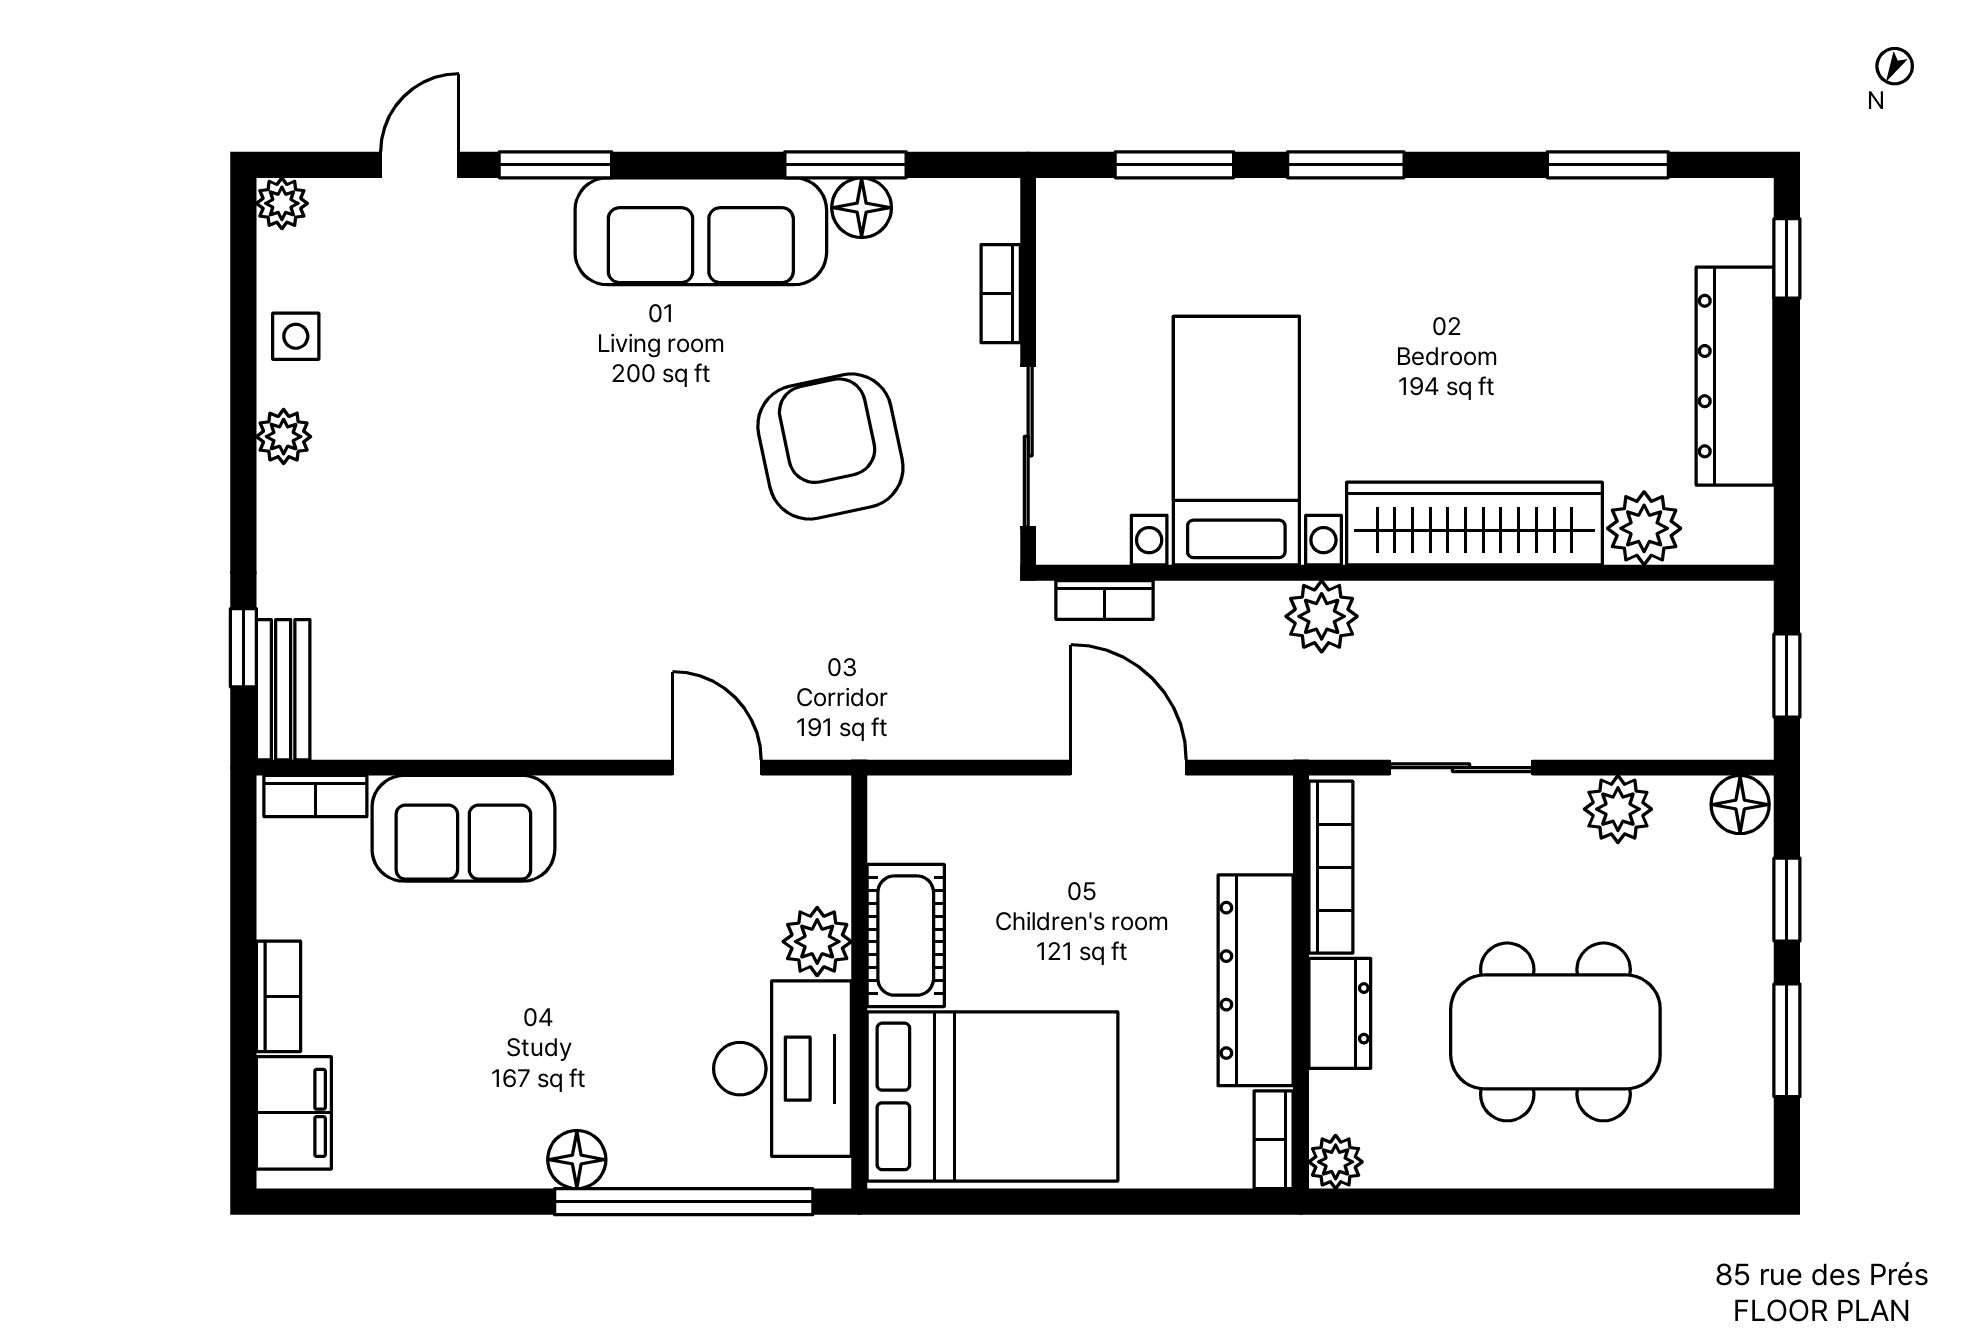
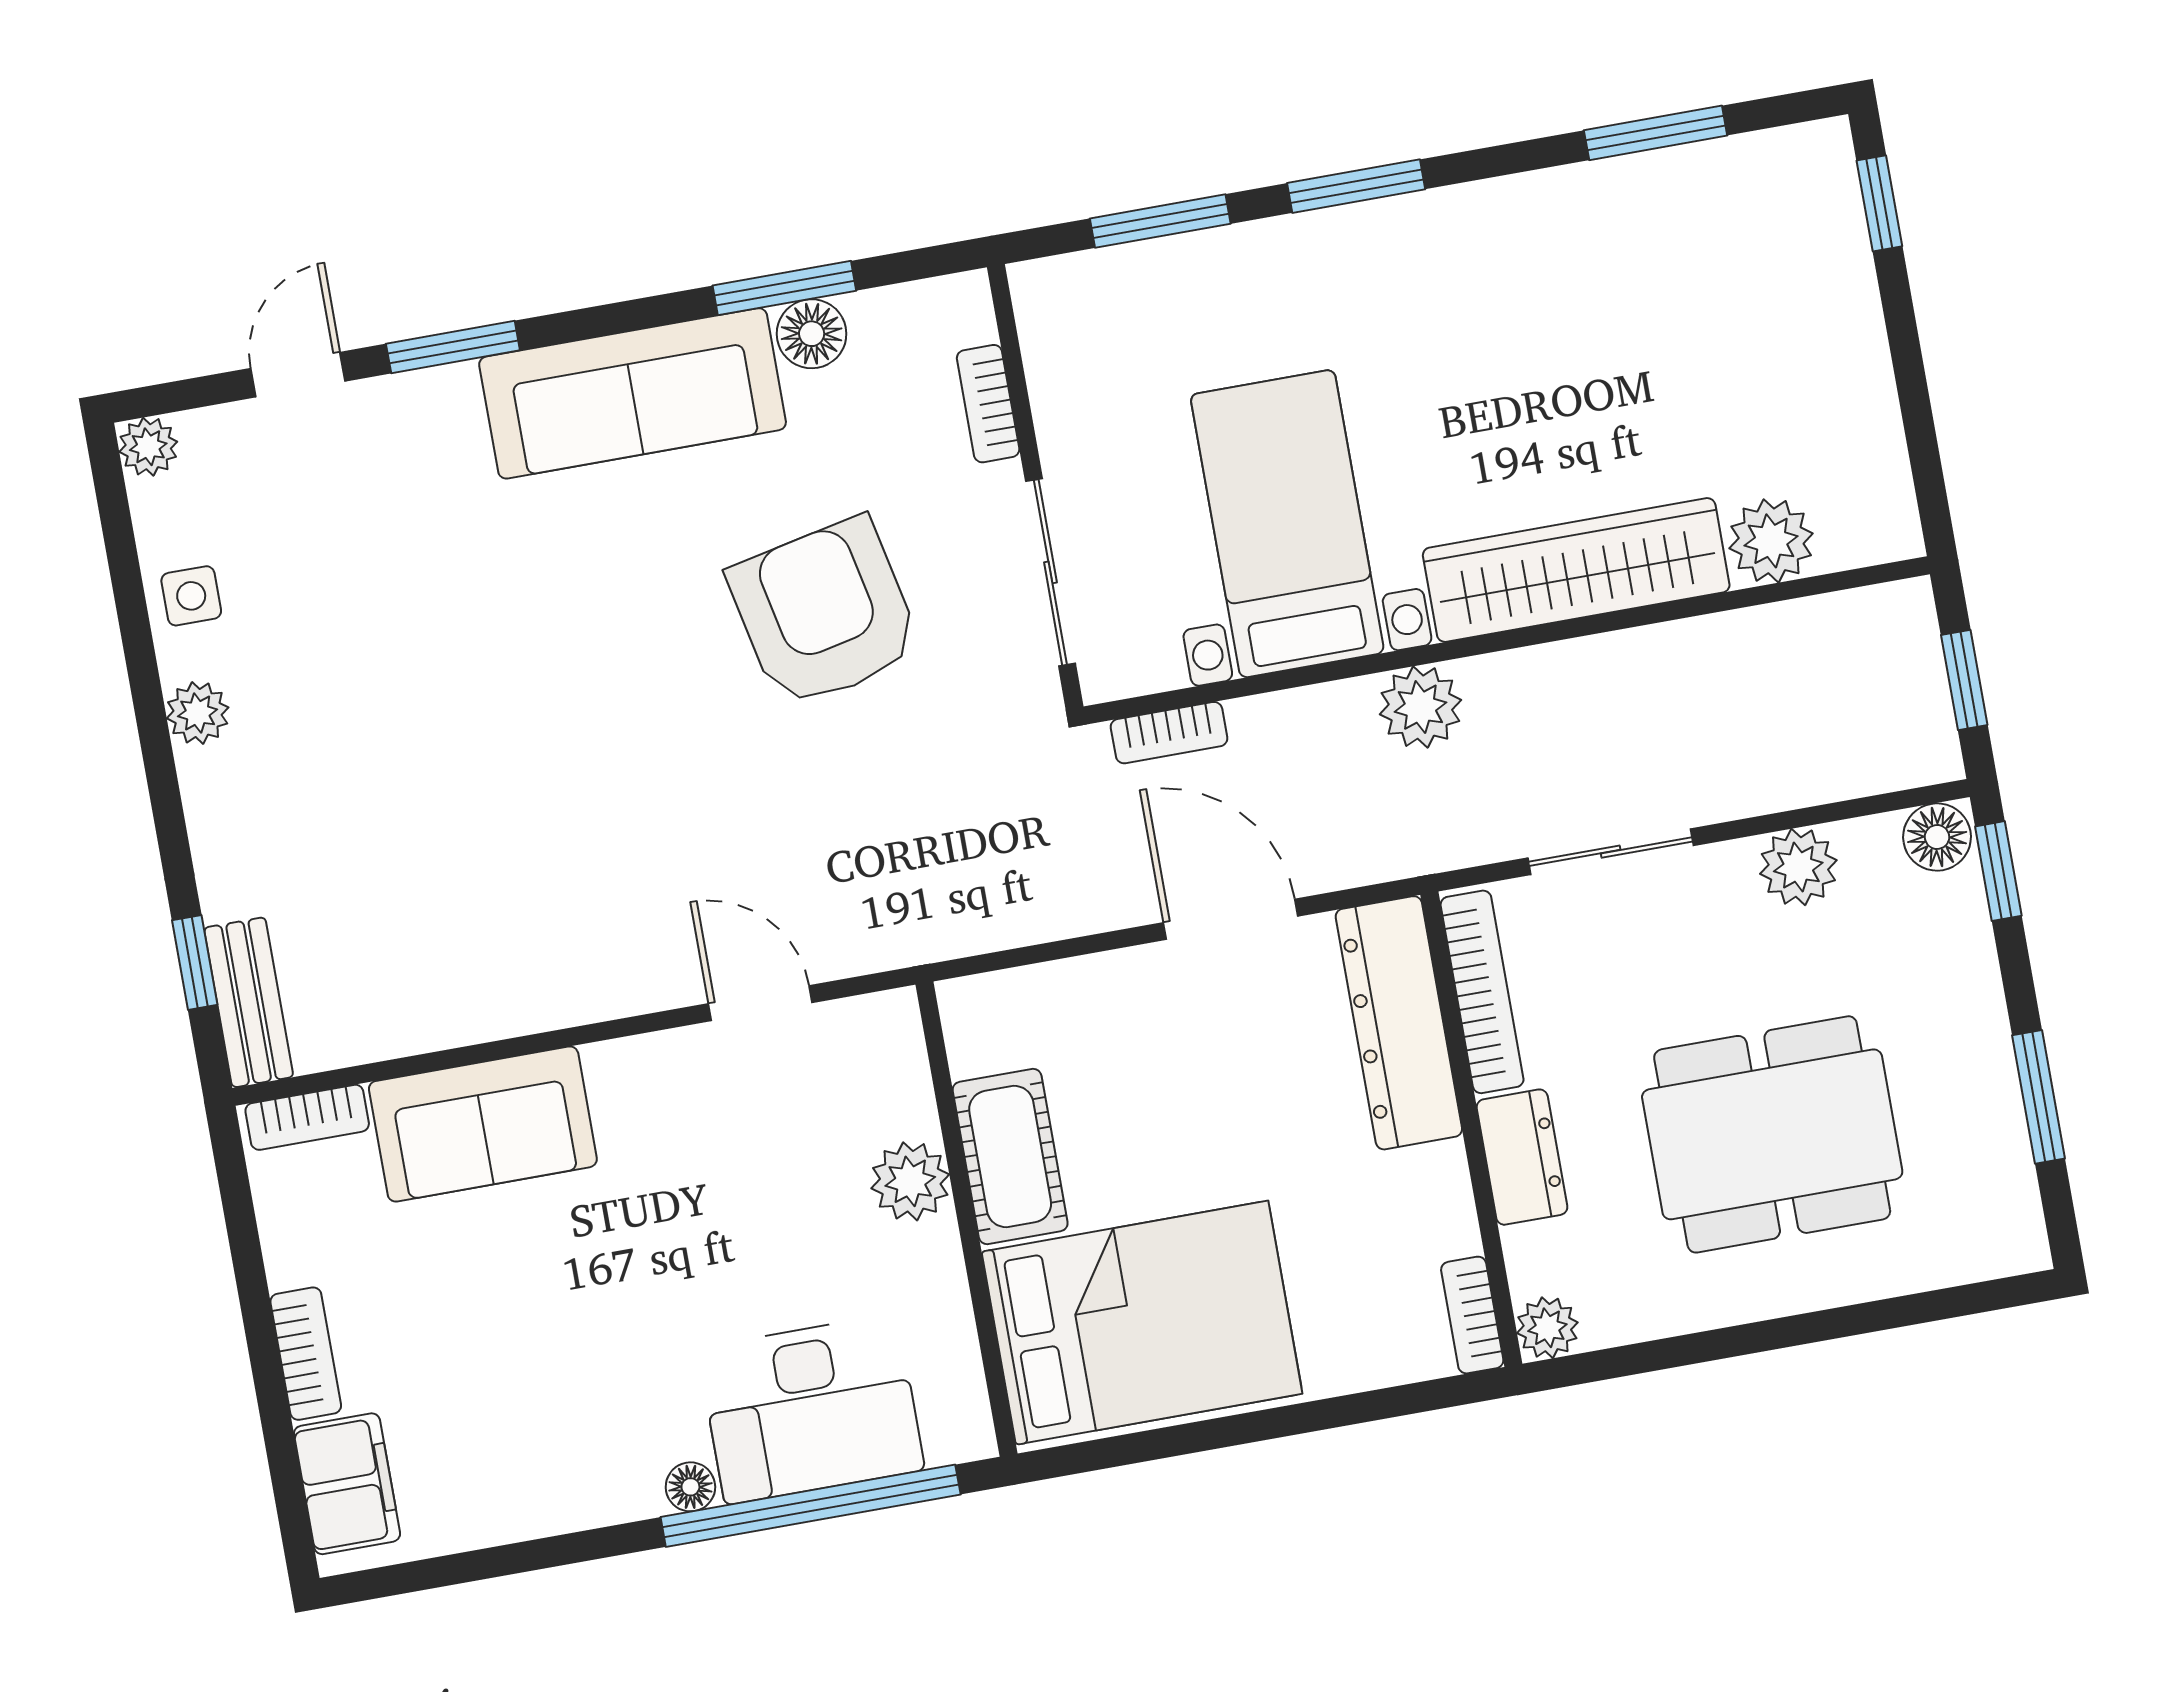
dresser: (1735, 376) -> (1844, 348), removed
window: (1787, 900) -> (1998, 871), moved
dresser: (1256, 980) -> (1399, 1023), moved
desk: (783, 1069) -> (811, 1409), moved, turned 90
floor lamp: (577, 1160) -> (690, 1487), width x0.73, depth x0.73

